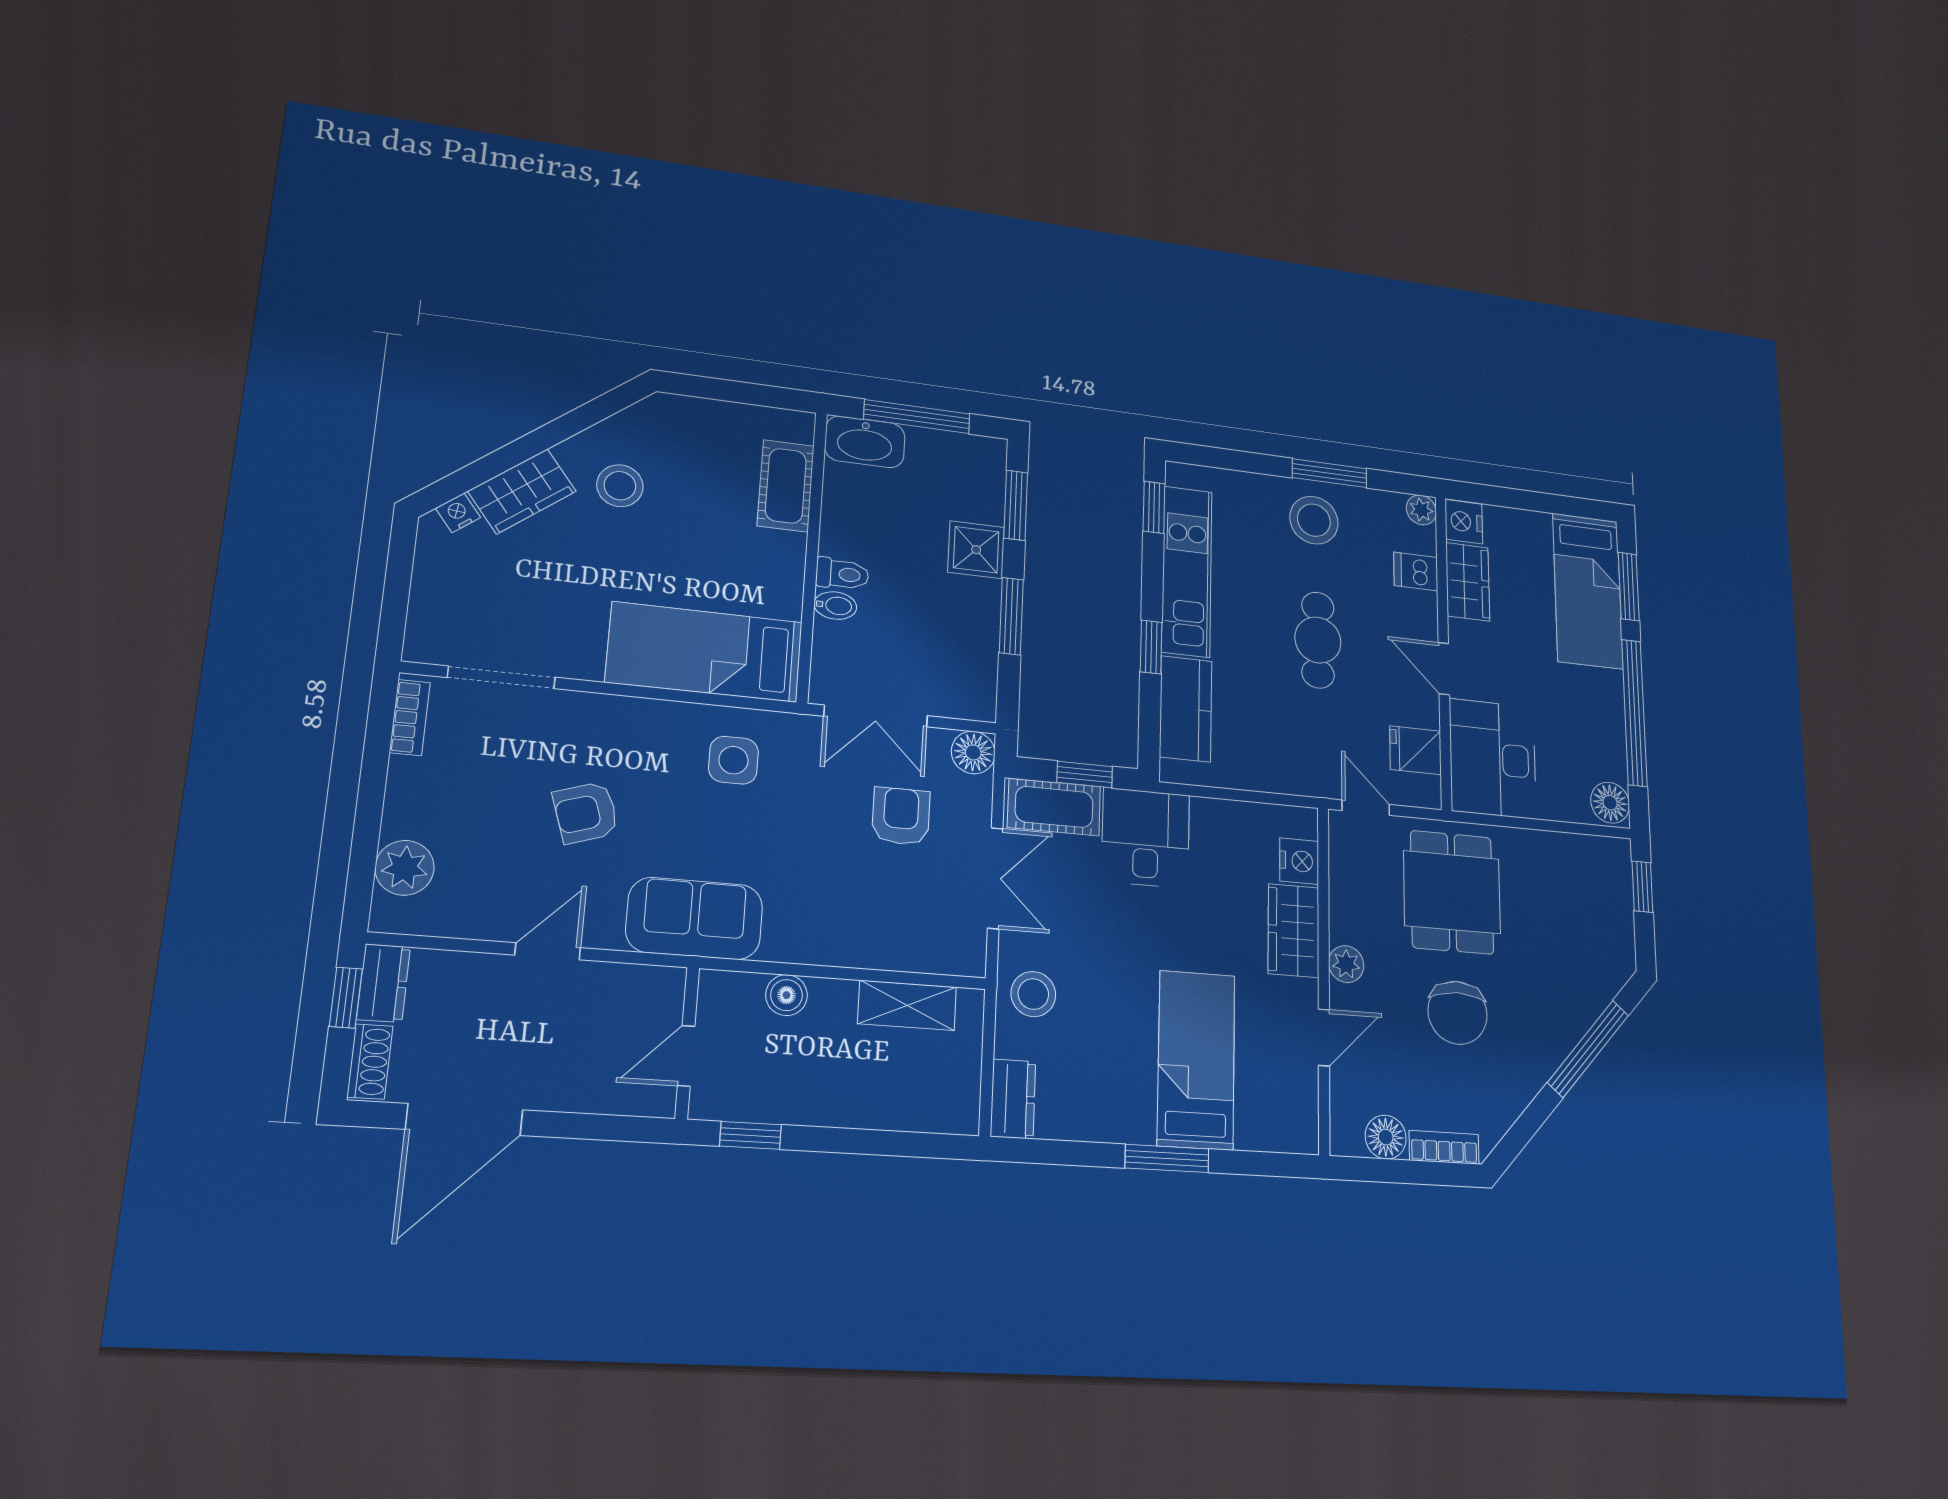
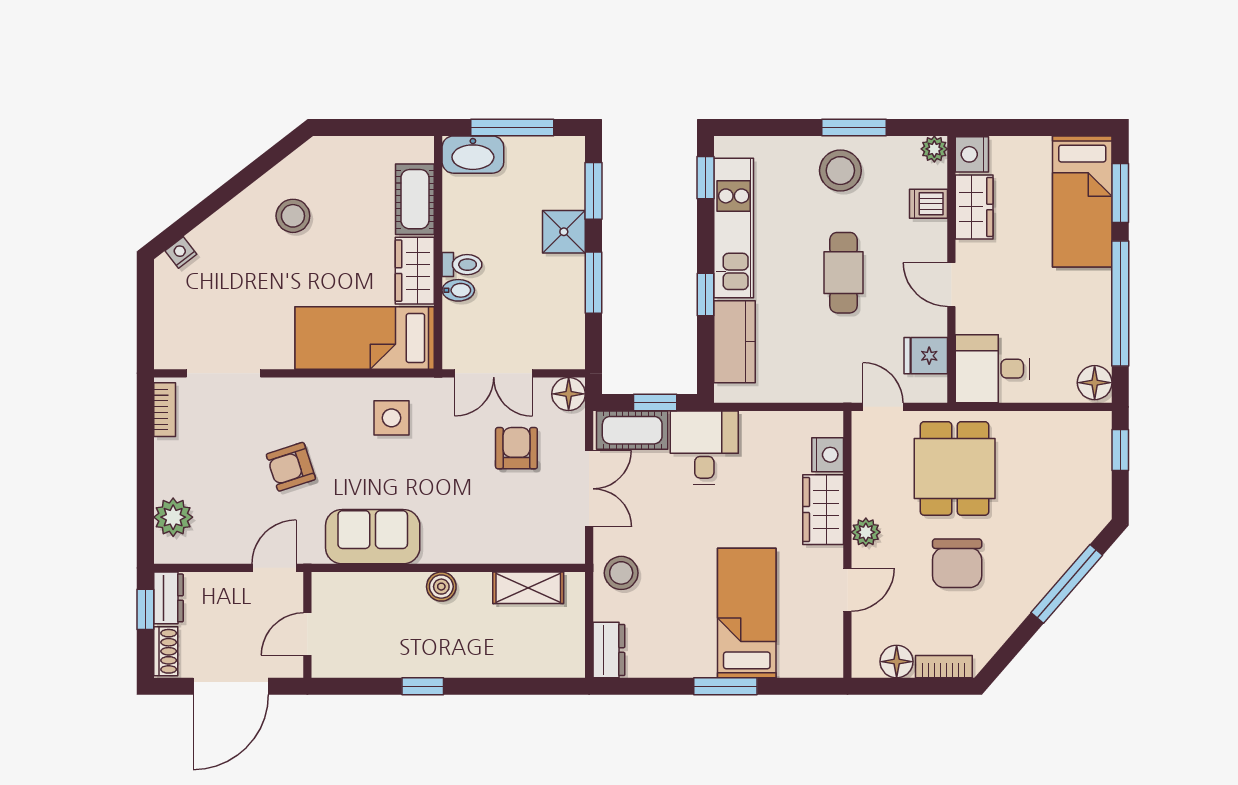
wardrobe: (522, 491) -> (415, 271), moved, turned 128
desk: (1493, 759) -> (992, 369), width x0.73
wall: (687, 1043) -> (307, 625), moved
door: (686, 1056) -> (307, 634), moved

